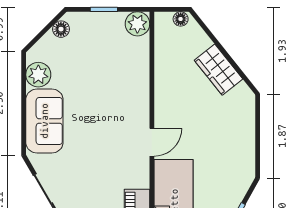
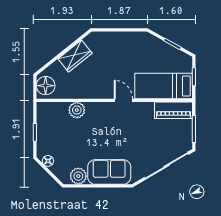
floor lamp: (181, 19) -> (46, 86), width x1.89, depth x1.89
plant: (137, 24) -> (77, 110), moved

